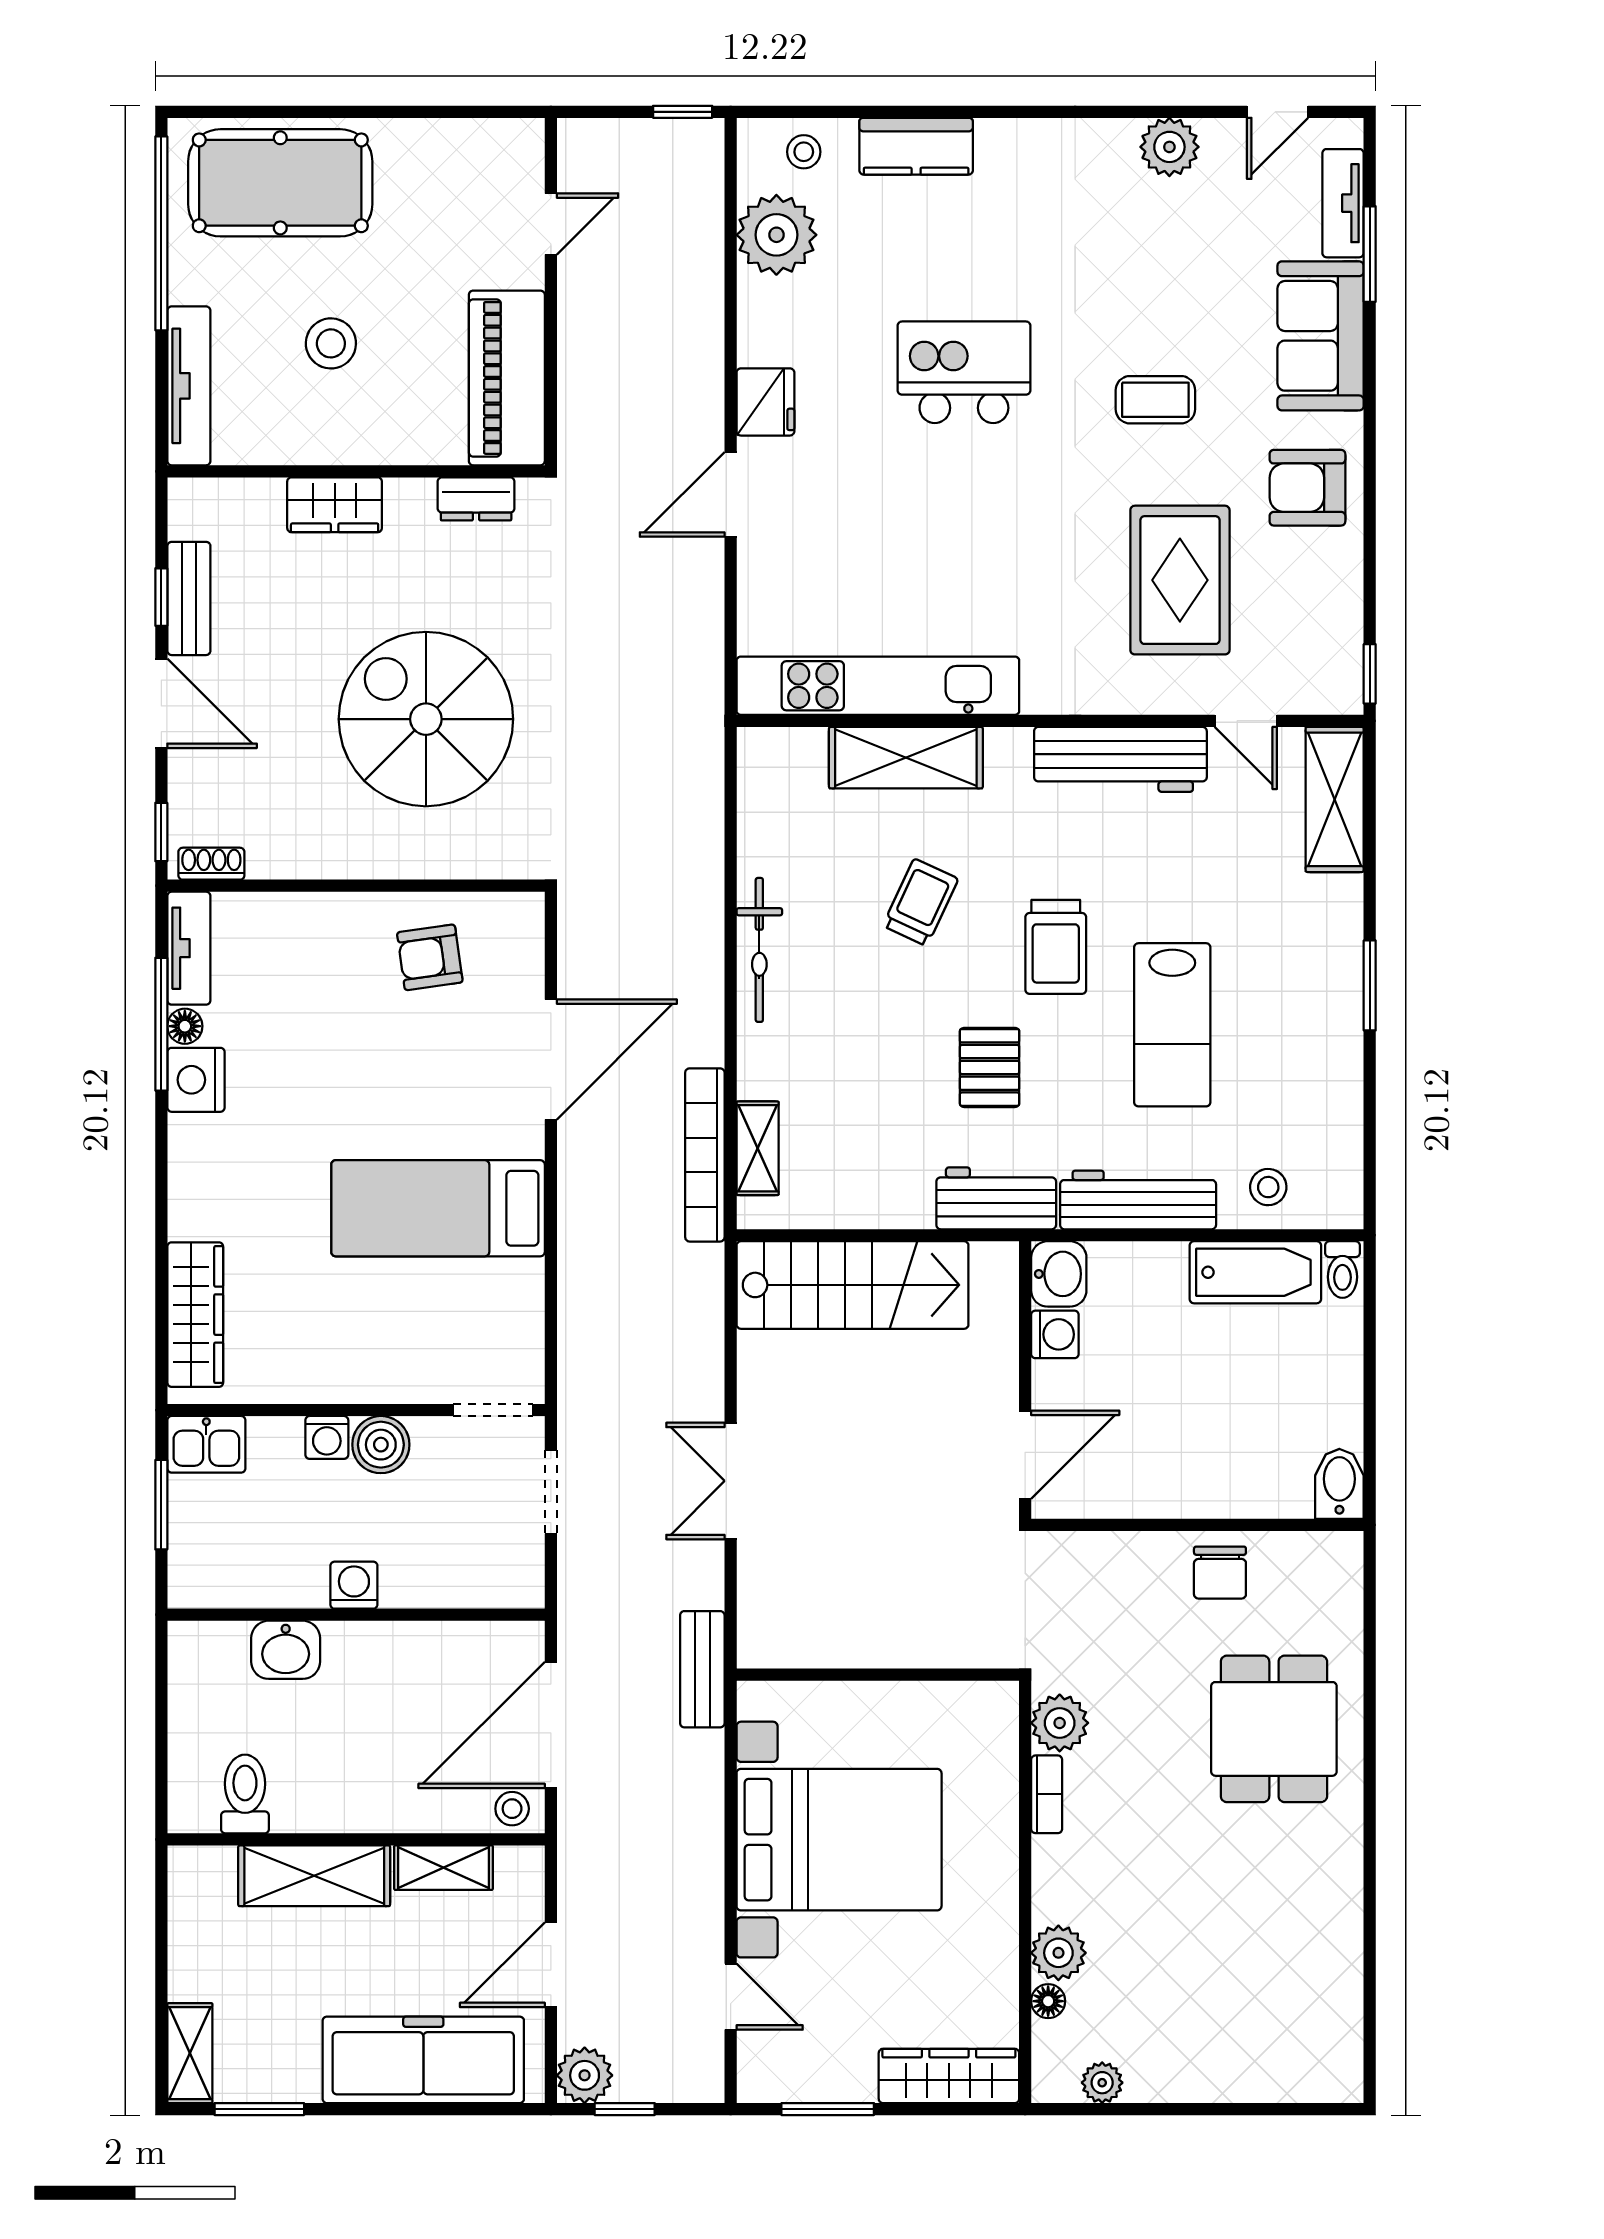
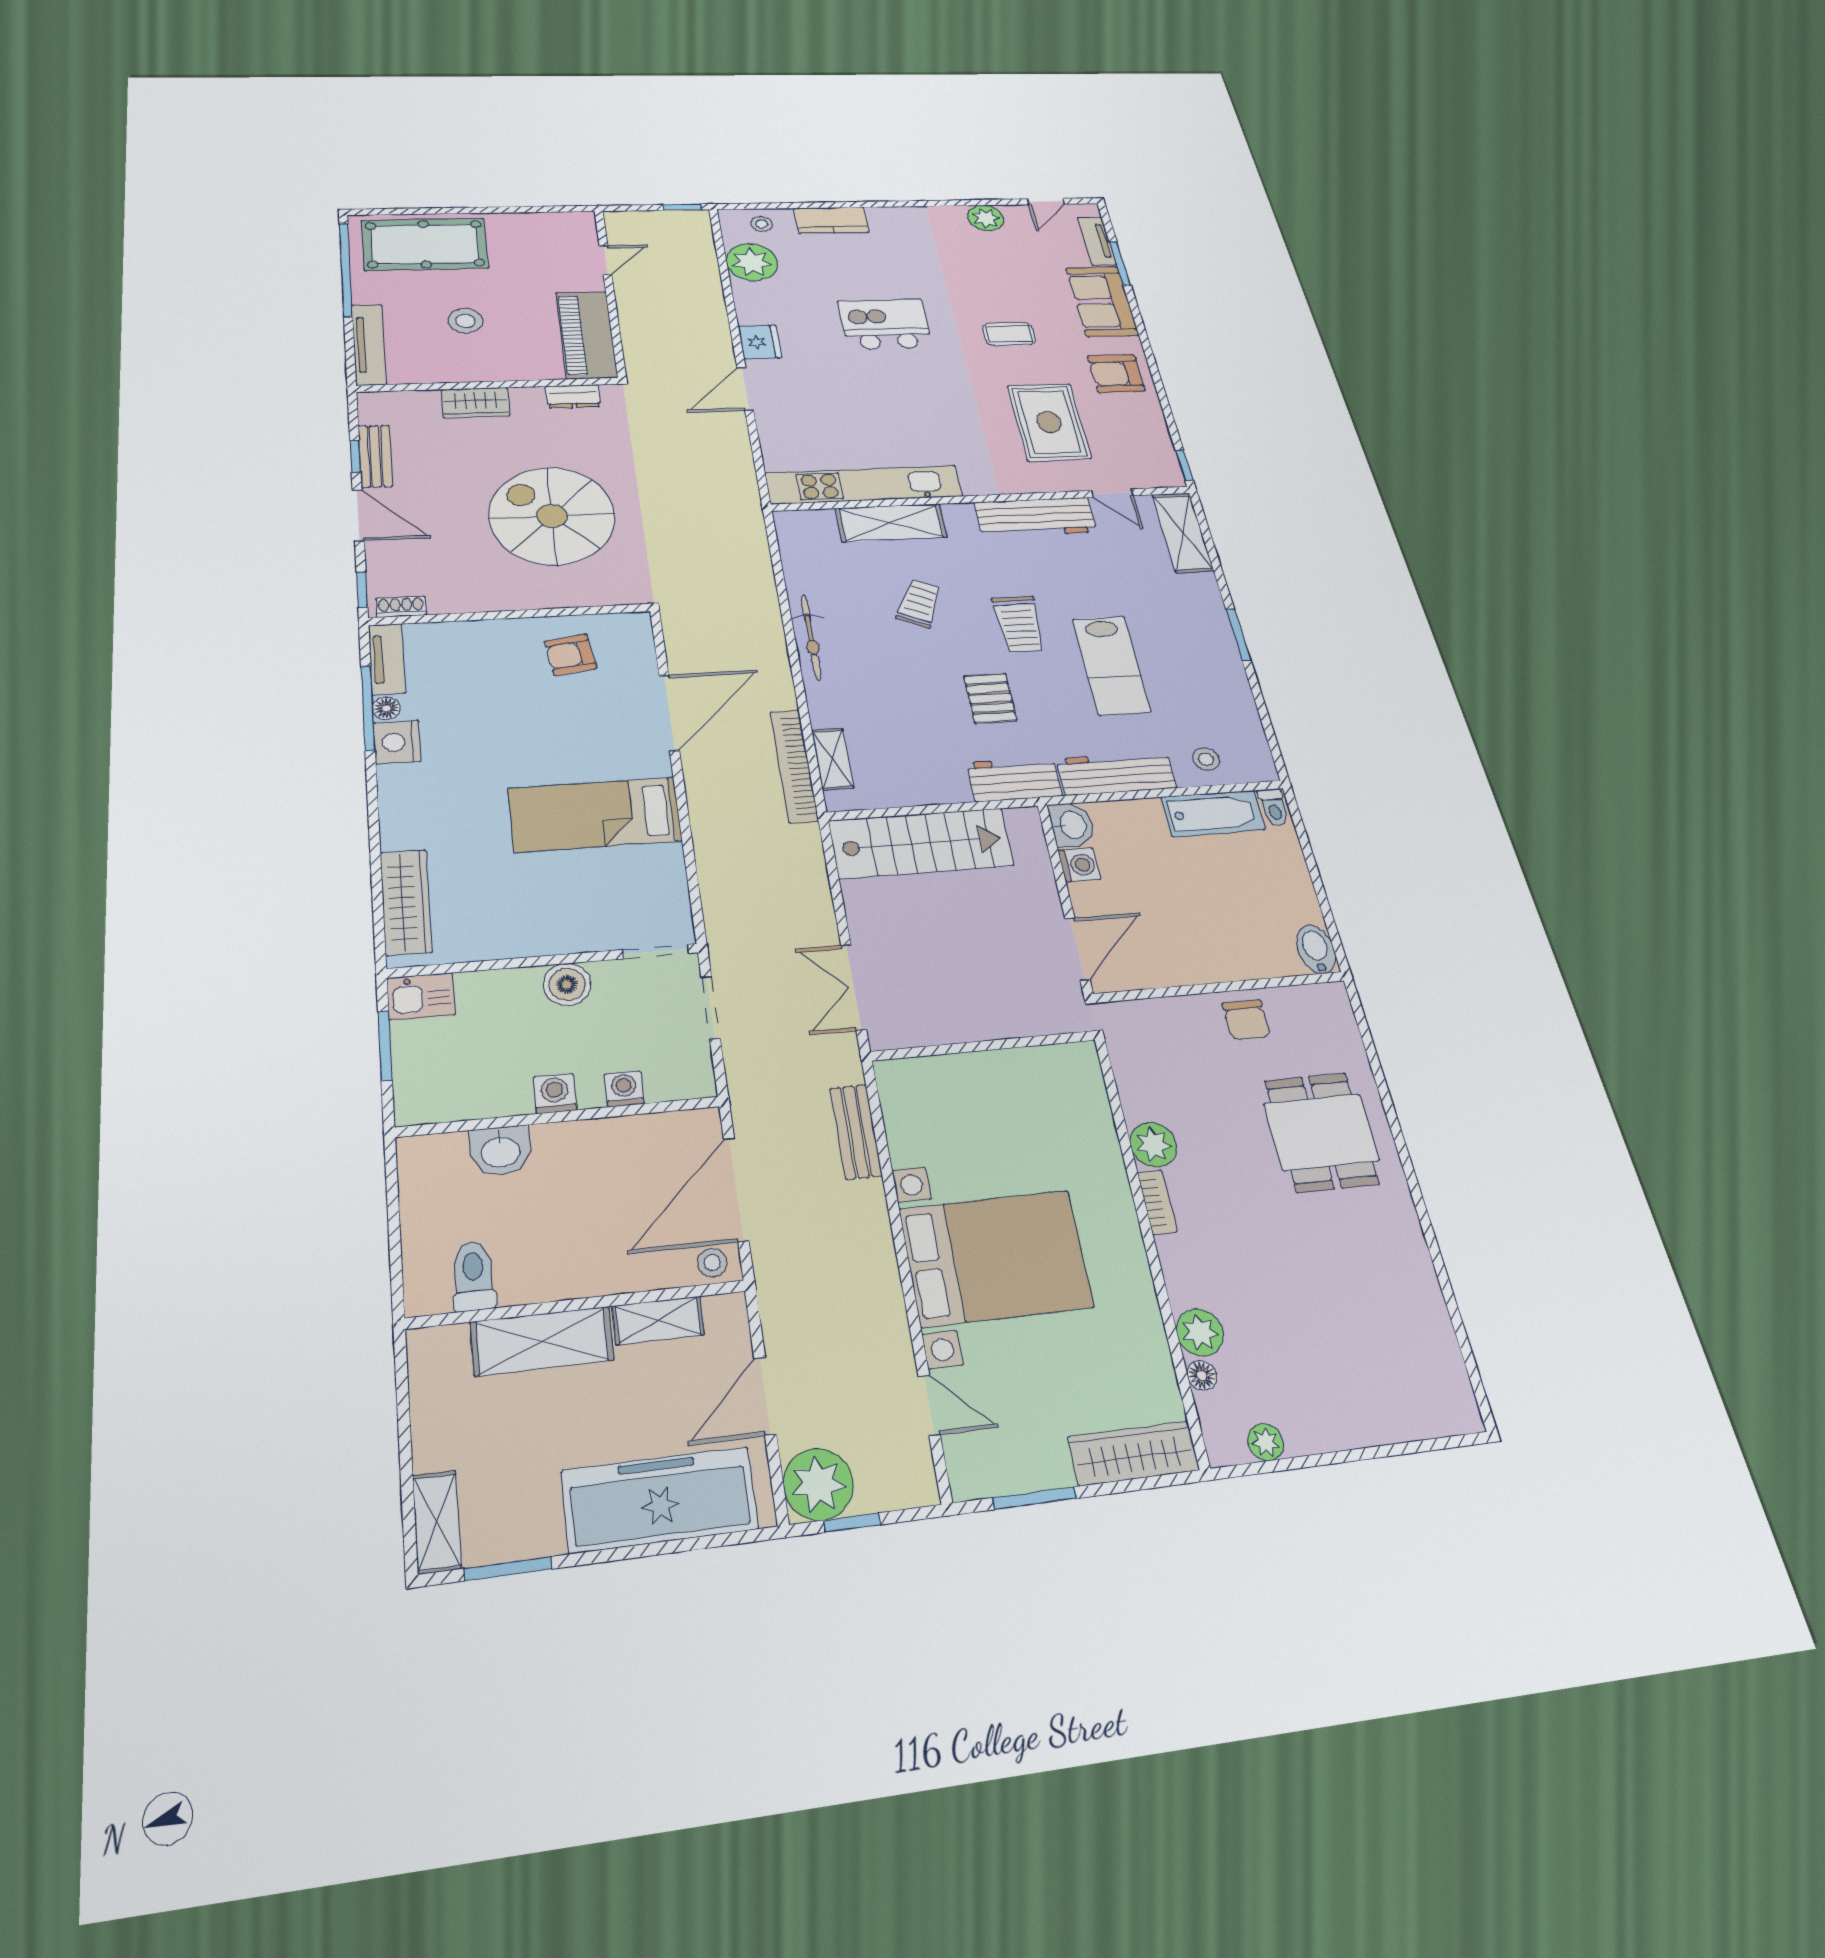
washing machine: (327, 1437) -> (624, 1089), moved, turned 180
wall: (878, 1675) -> (984, 1046), moved
plant: (585, 2075) -> (818, 1484), width x1.36, depth x1.36

